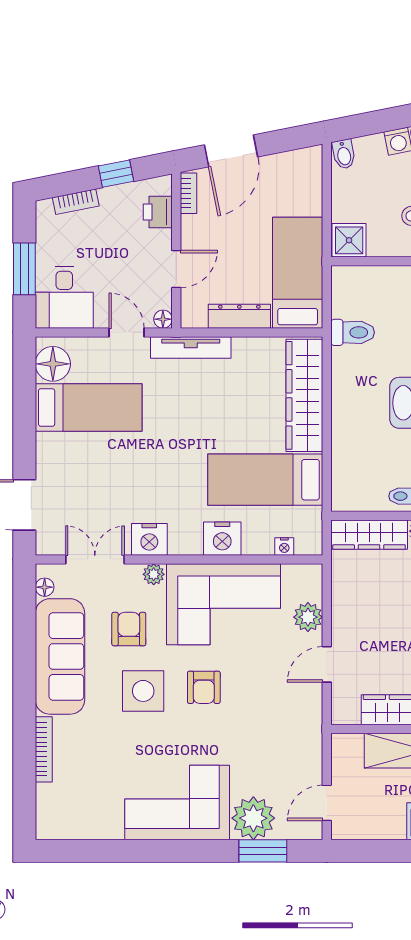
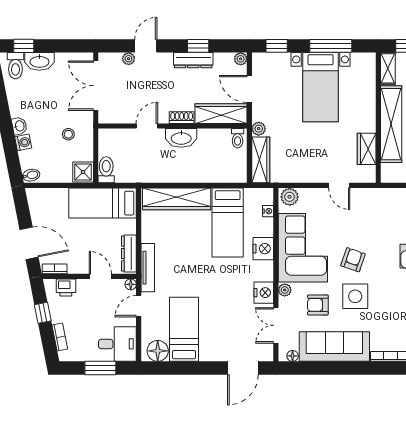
dresser: (239, 316) -> (129, 253), moved
toilet: (353, 332) -> (106, 170), moved
plant: (308, 617) -> (290, 197), moved
armchair: (204, 687) -> (353, 260), turned -71

